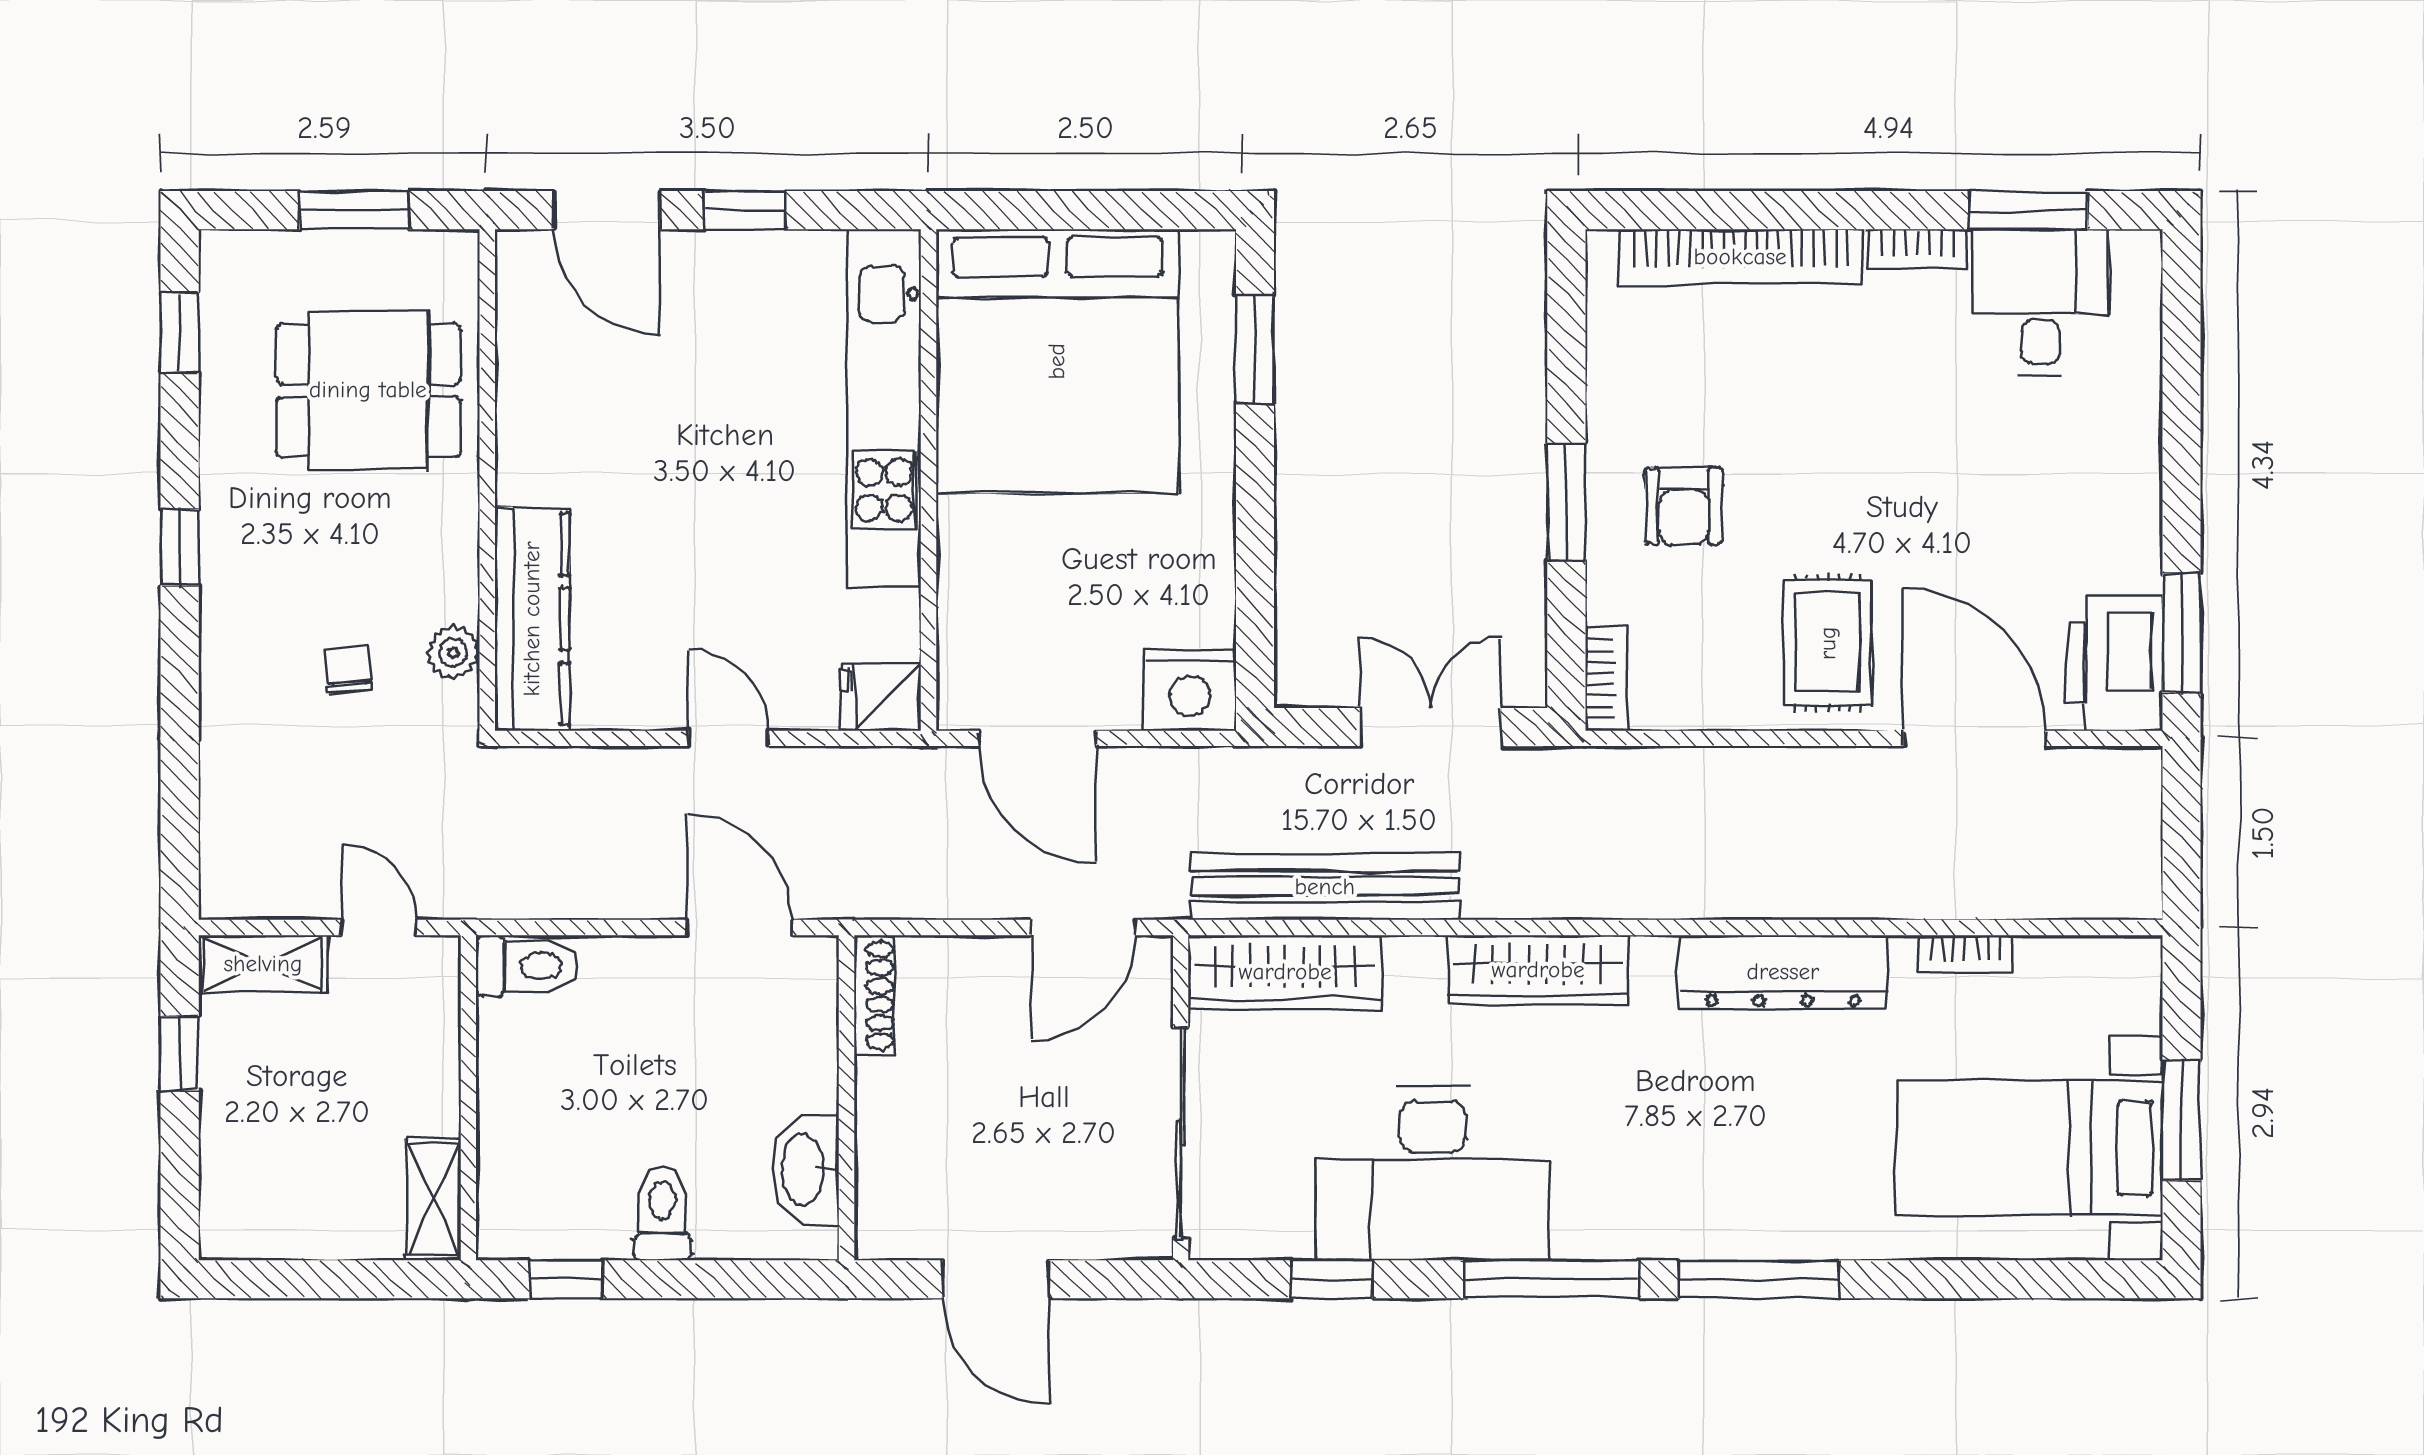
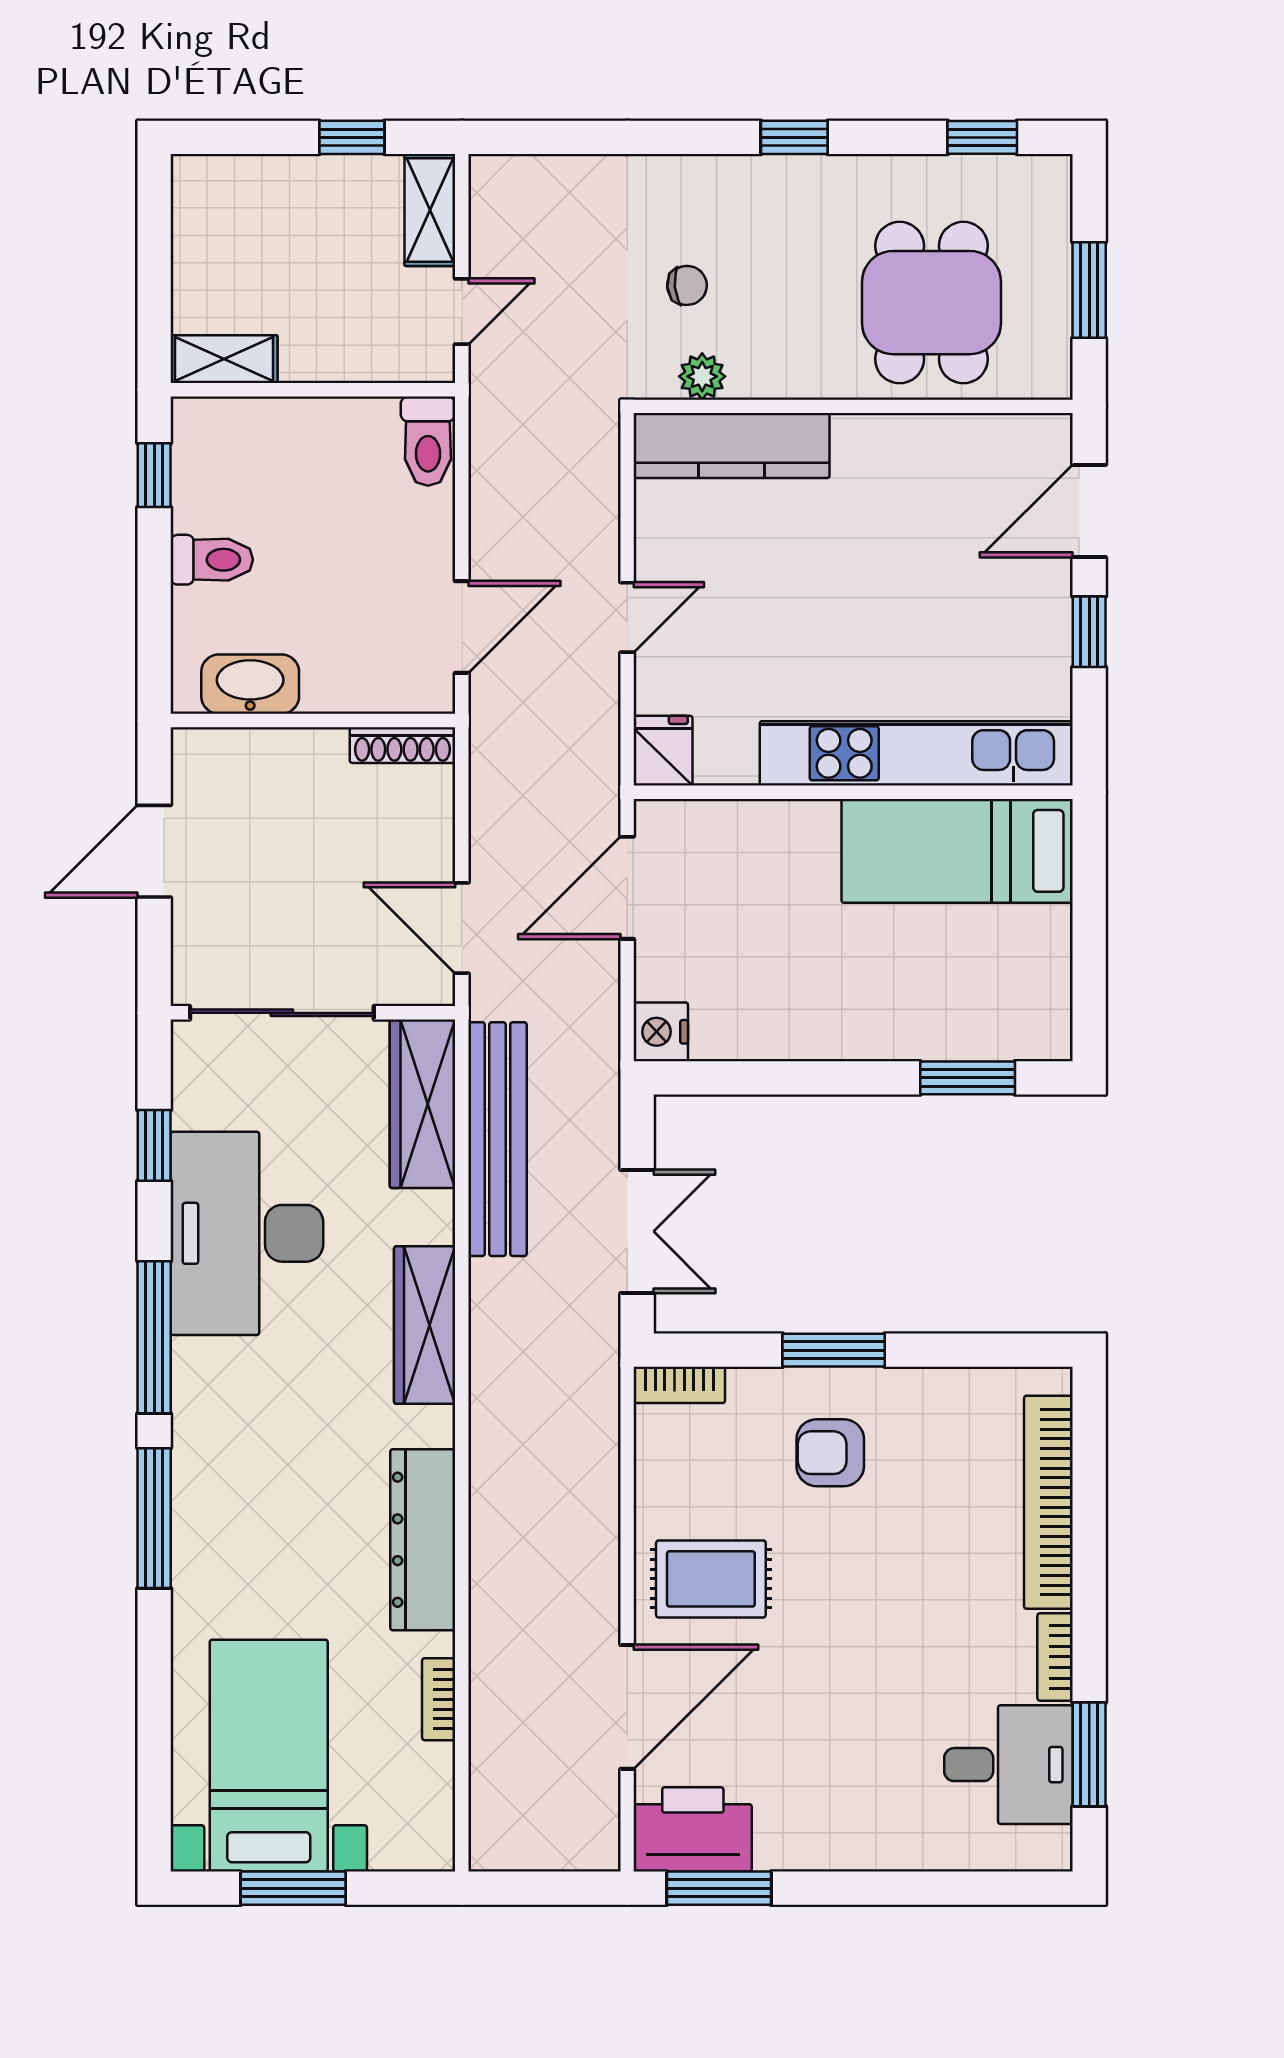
bed: (1057, 361) -> (957, 851), width x0.49
nightstand: (1190, 690) -> (661, 1032), width x0.74, depth x0.75

